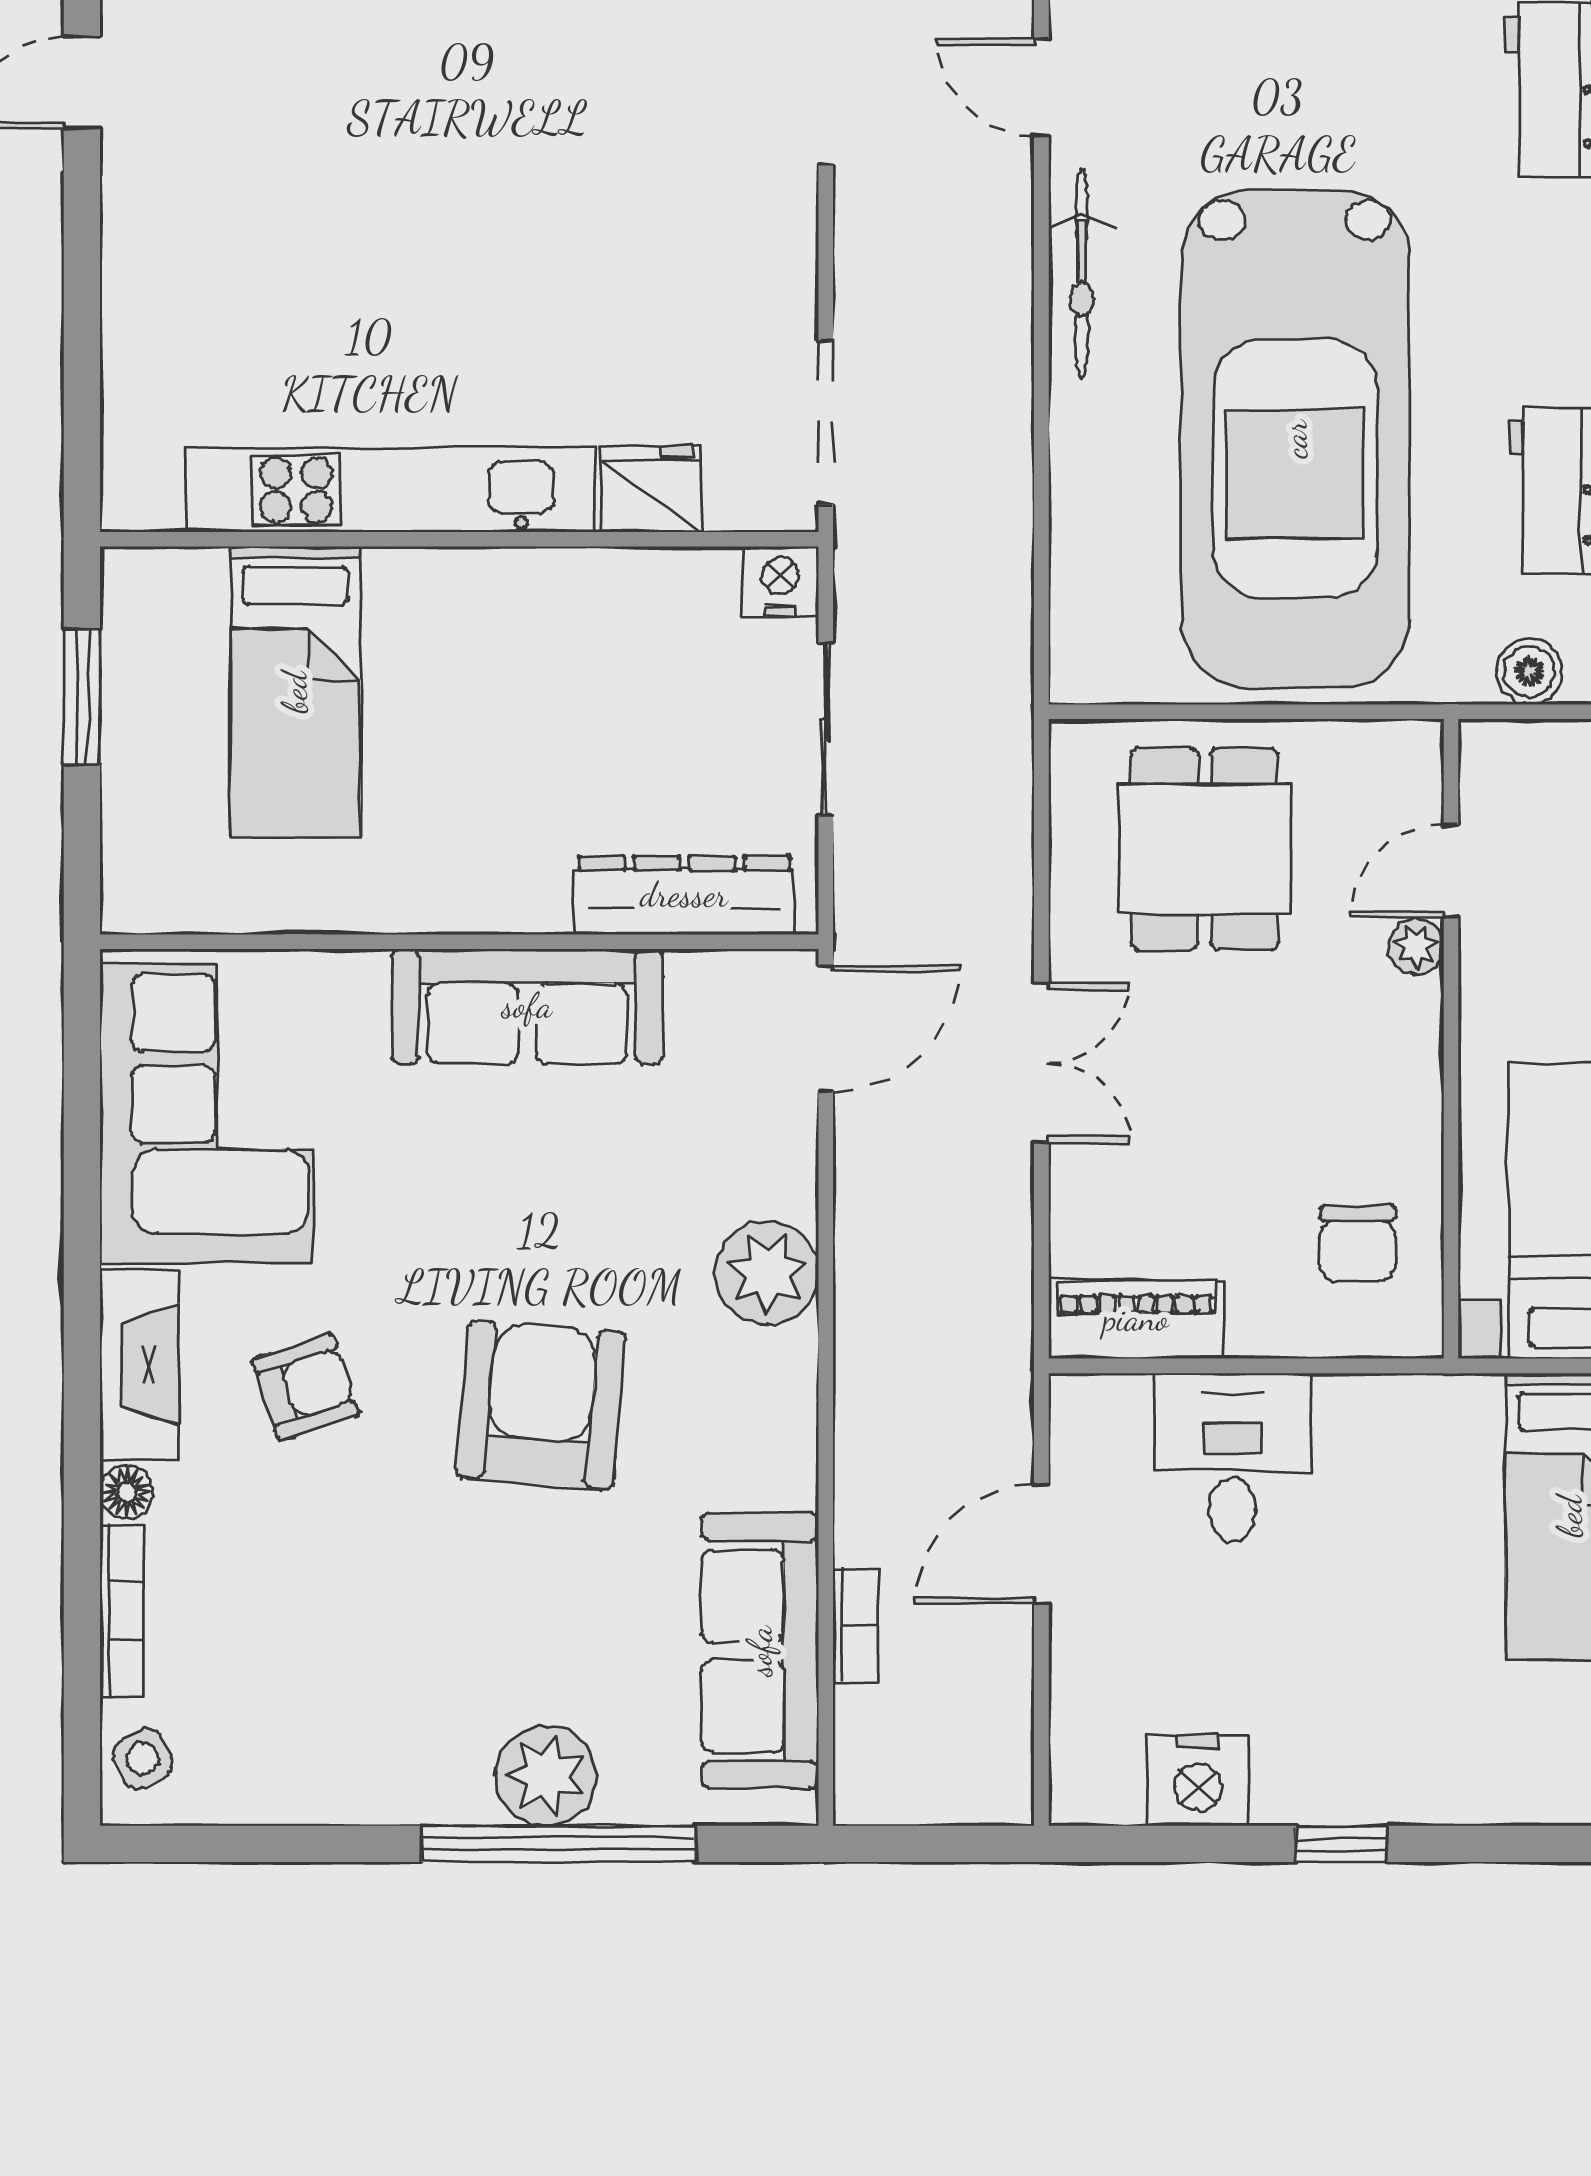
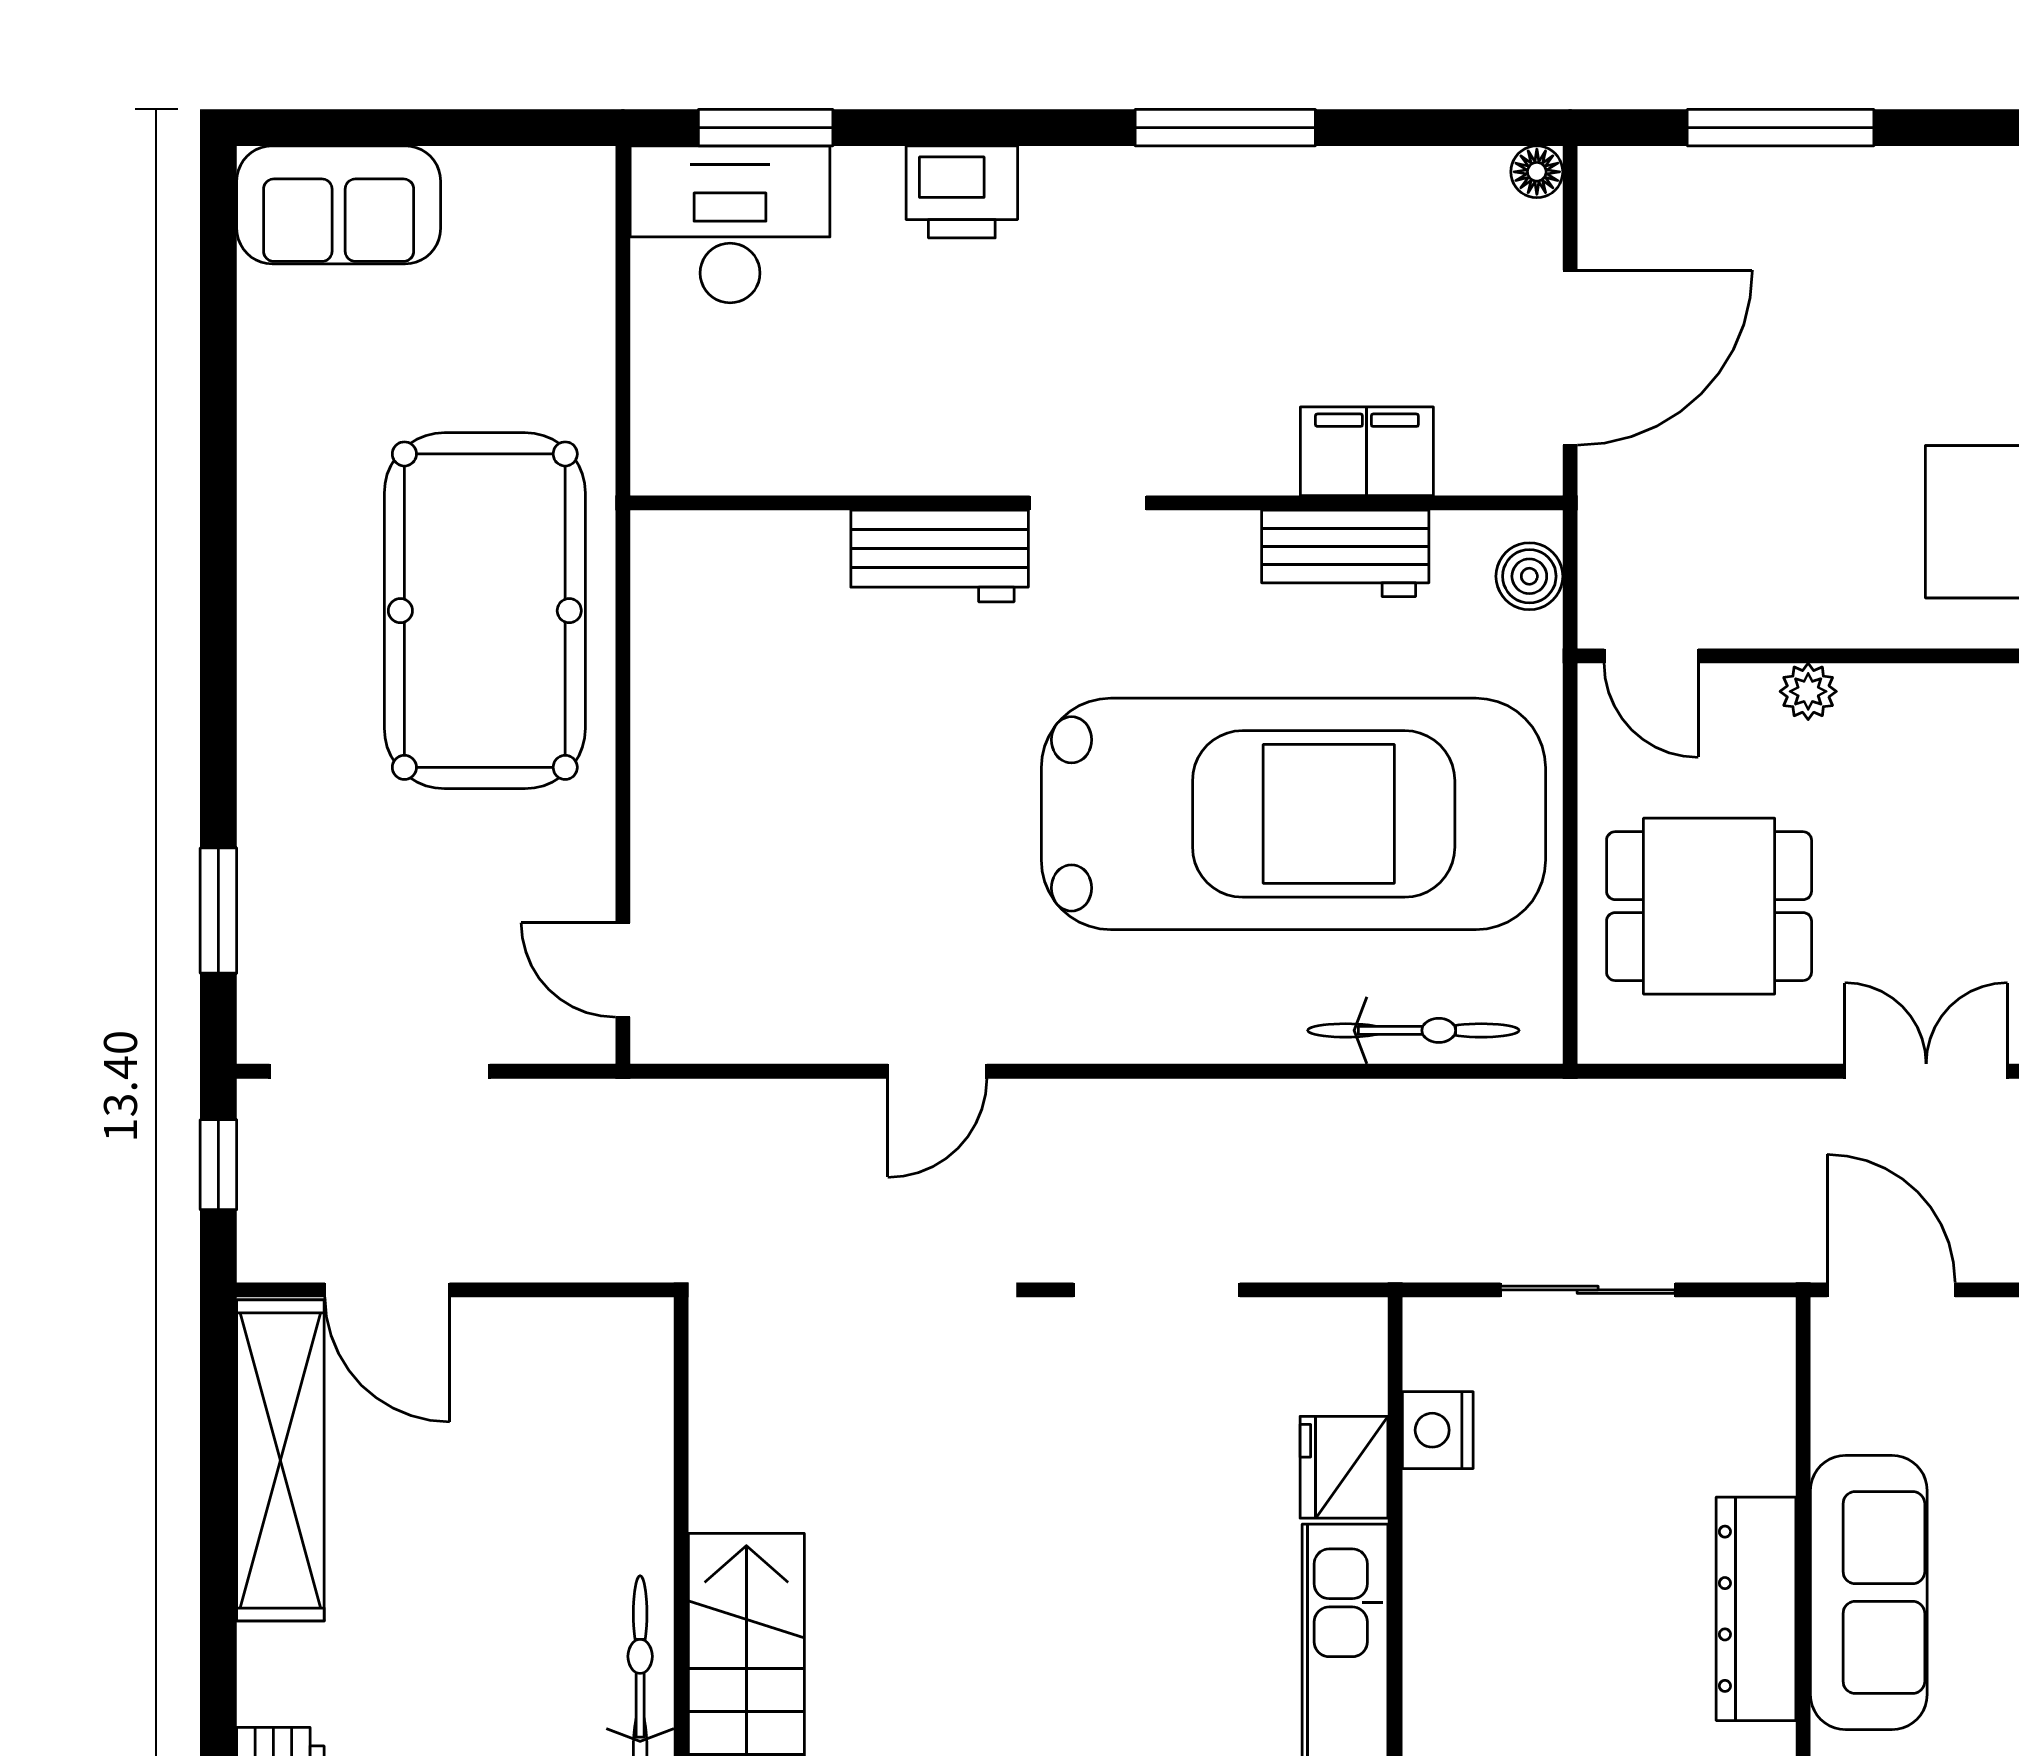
bicycle: (1082, 274) -> (1413, 1030), moved
doorway: (826, 422) -> (1157, 1290), moved
nightstand: (781, 581) -> (1438, 1430), moved
door: (1451, 871) -> (1651, 656), moved
dresser: (684, 895) -> (1756, 1609), moved

